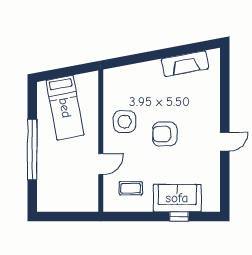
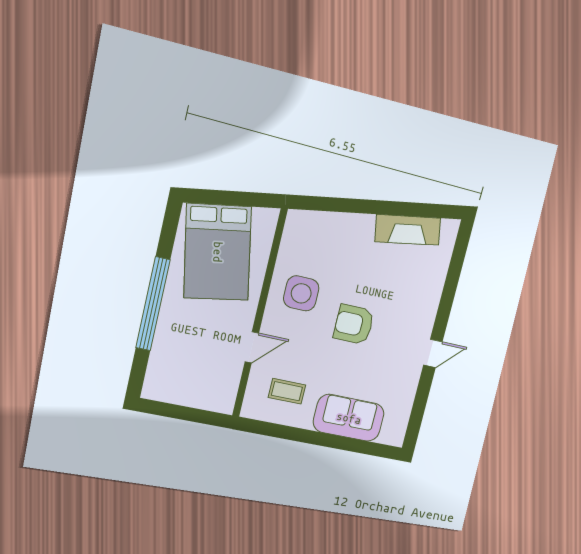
bed: (65, 108) -> (218, 252), width x1.50
window: (179, 217) -> (345, 444), removed

